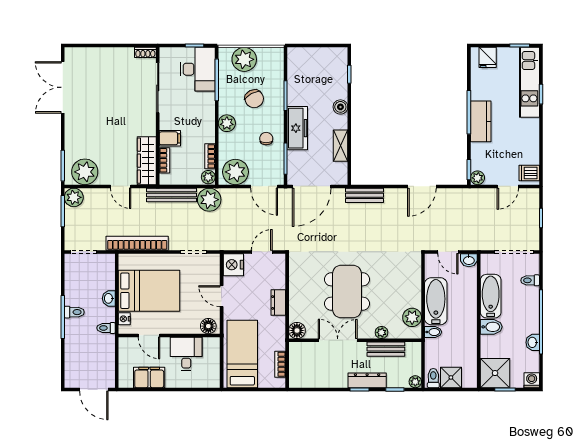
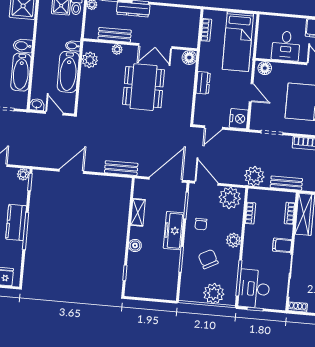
filing cabinet: (170, 138) -> (282, 245), moved
plant: (208, 177) -> (253, 196), removed
bench: (171, 195) -> (286, 183), width x0.73

